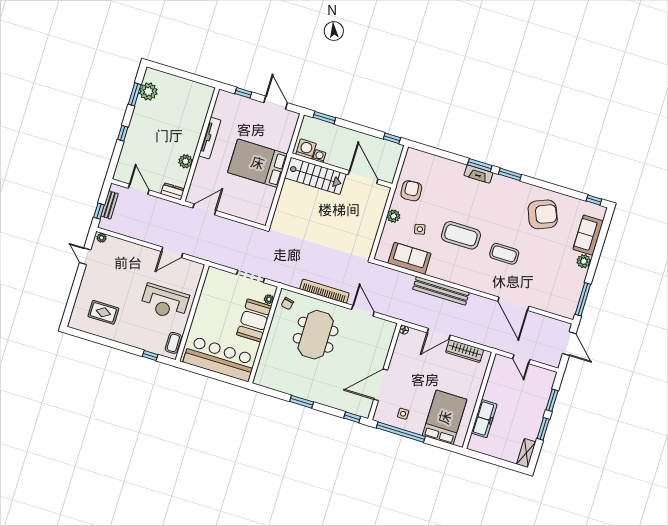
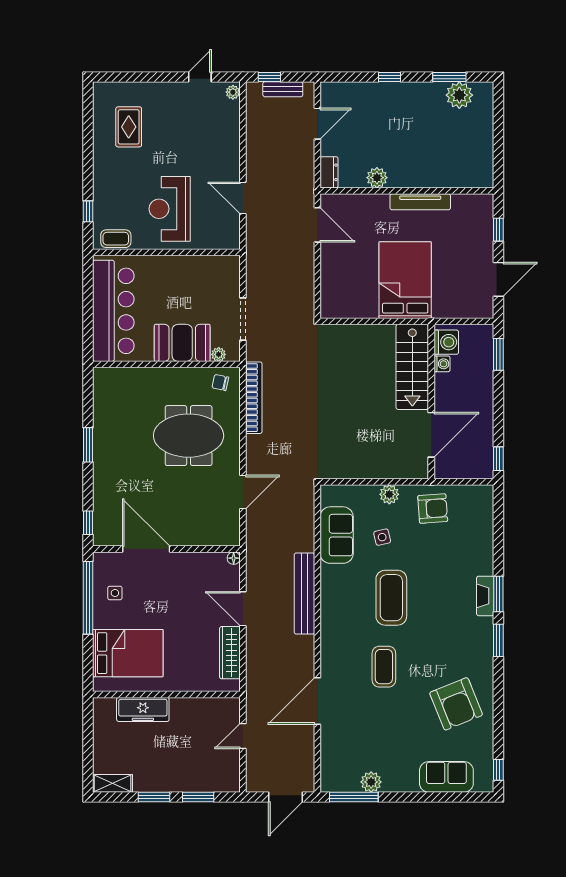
plant: (584, 261) -> (371, 782), moved
bookcase: (324, 291) -> (254, 398), moved

